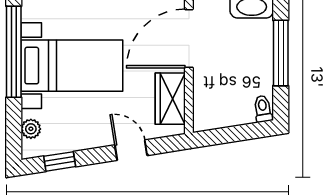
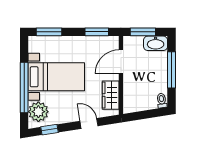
door: (189, 38) -> (121, 62), width x0.73
window: (14, 52) -> (24, 88), moved
plant: (31, 129) -> (38, 112), width x1.88, depth x1.88

